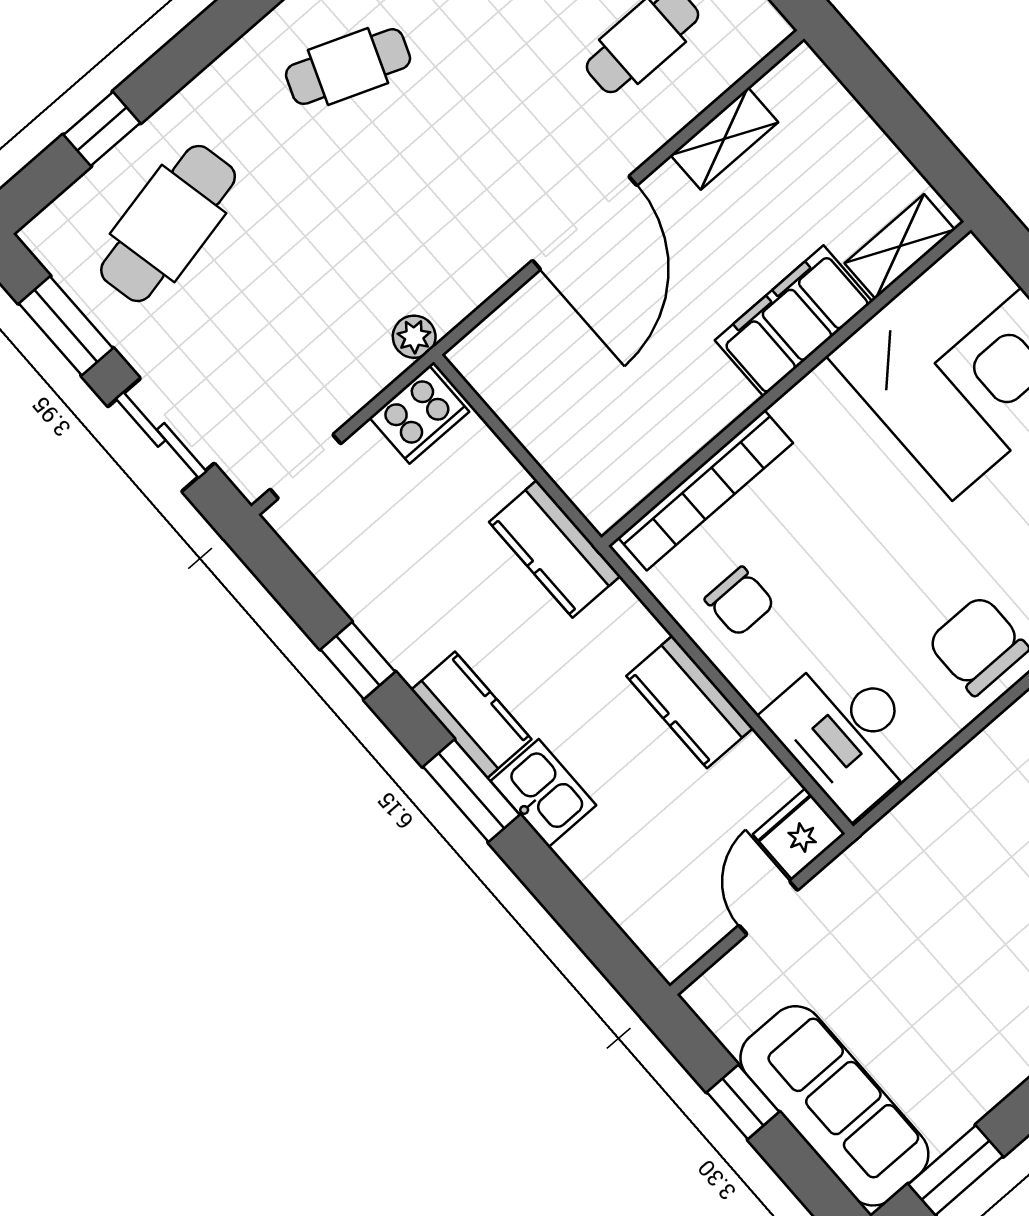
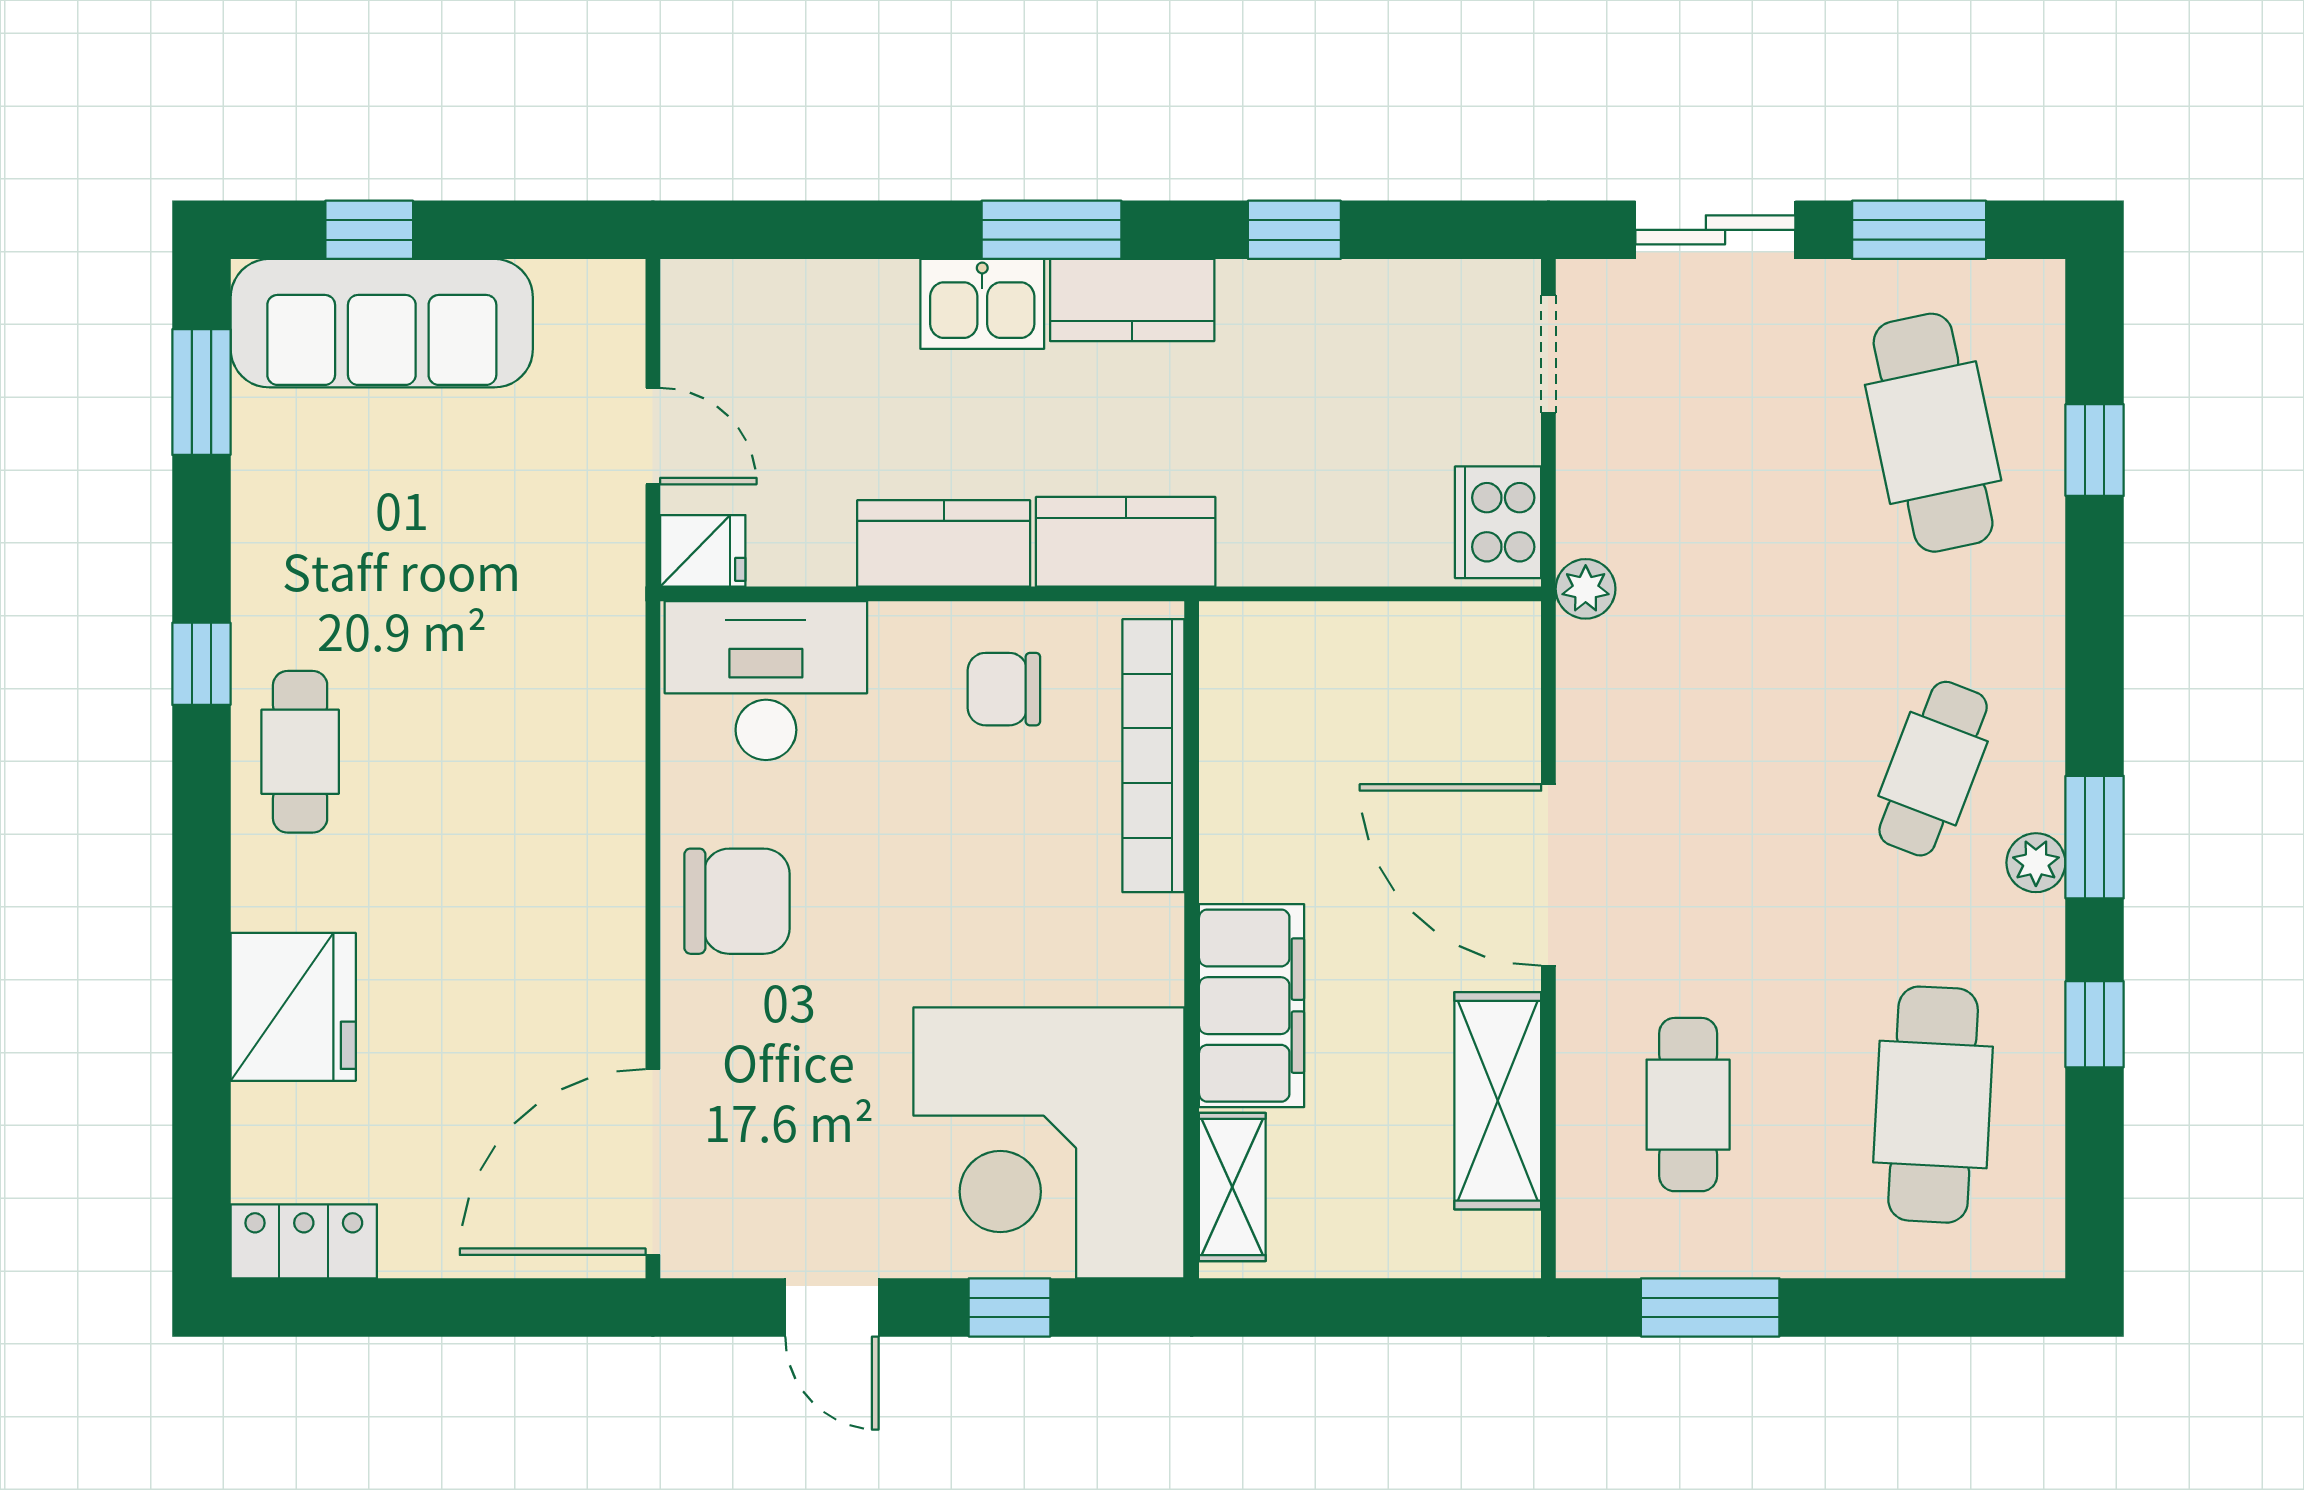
shelving: (724, 139) -> (1498, 1101), width x1.50, depth x1.33
kitchen counter: (555, 549) -> (1126, 542), moved
fridge: (799, 834) -> (703, 551), width x0.72
window: (743, 1102) -> (369, 230), moved

